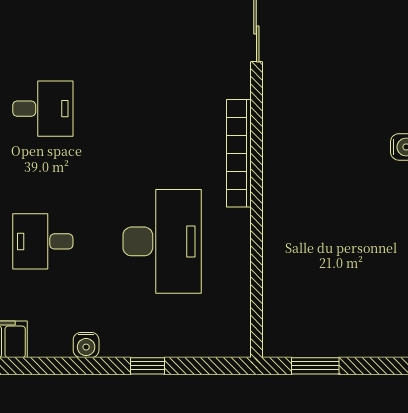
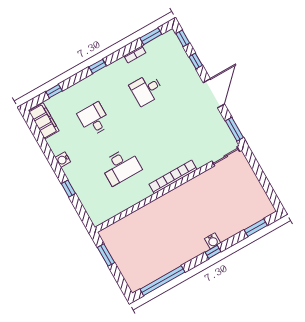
desk: (43, 109) -> (147, 89), turned 90
desk: (162, 241) -> (121, 166), width x0.73, depth x0.77

